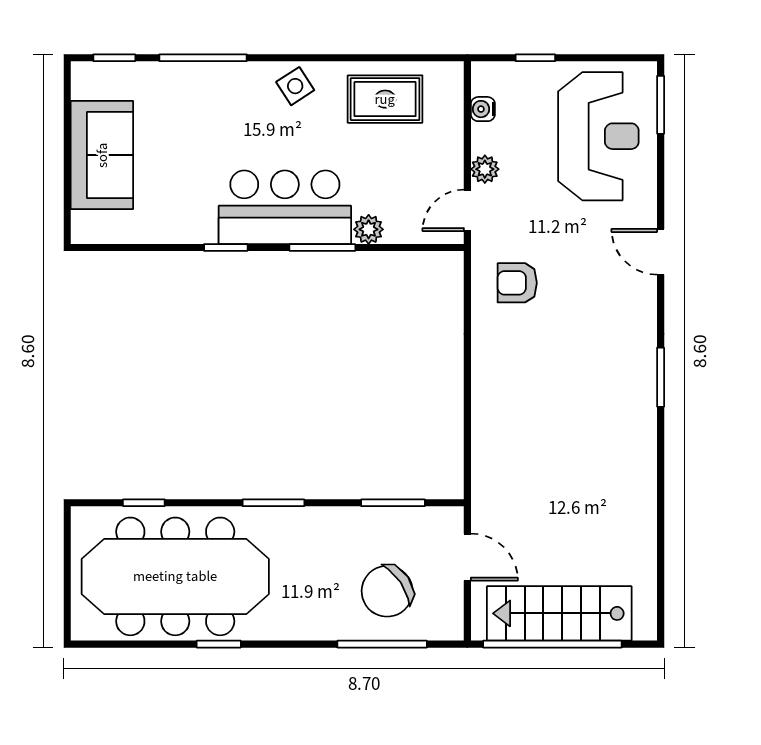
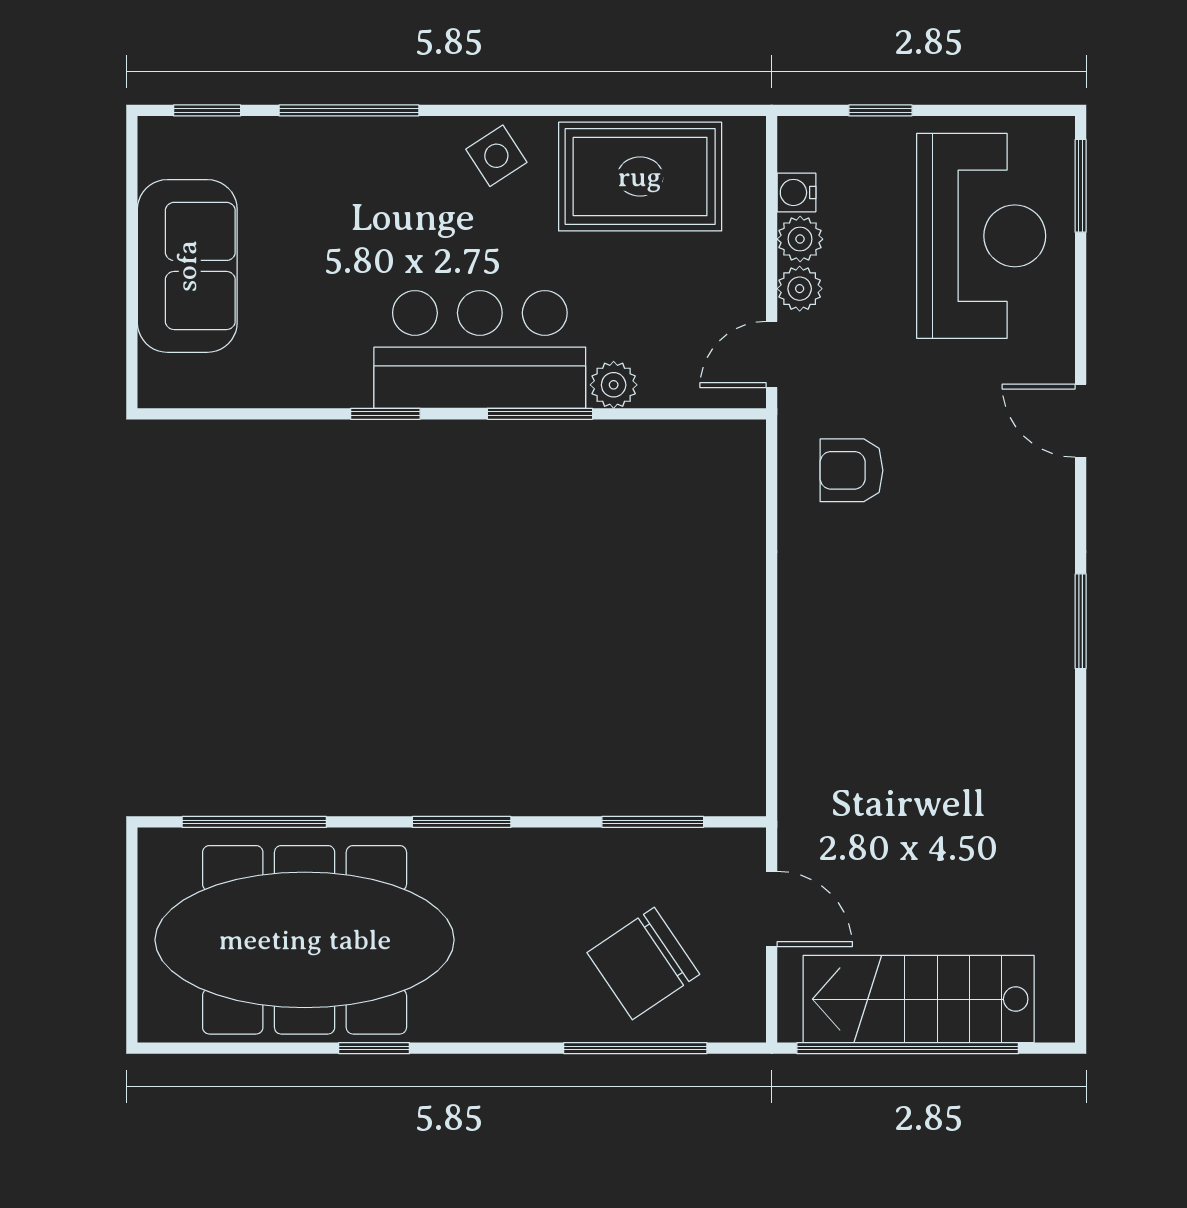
rug: (385, 99) -> (640, 177), width x1.36, depth x1.43
plant: (485, 138) -> (800, 239), added
window: (144, 503) -> (254, 822), width x2.17

